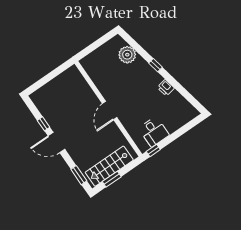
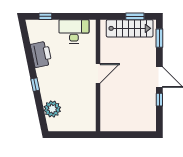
printer: (166, 88) -> (41, 54), width x1.87, depth x1.48
desk: (154, 132) -> (74, 31), width x1.37
window: (153, 150) -> (45, 16), moved

